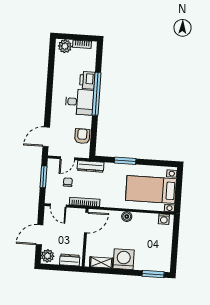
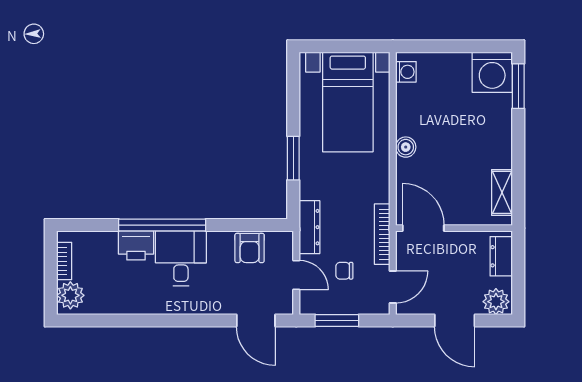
armchair: (82, 136) -> (250, 248), turned -90
washing machine: (124, 259) -> (492, 72), moved, turned -90

